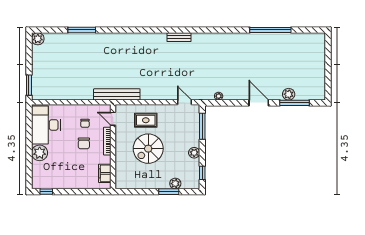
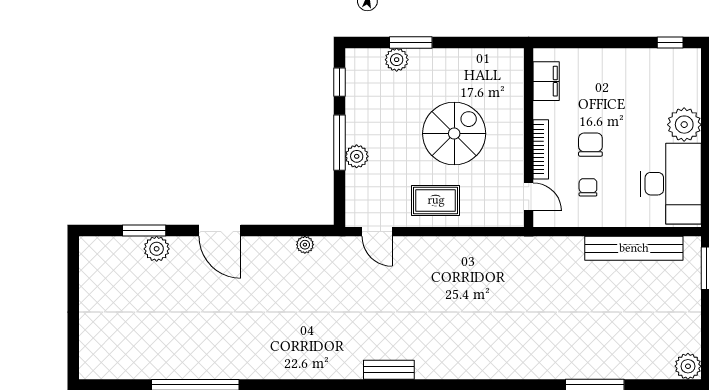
bench: (117, 94) -> (634, 248), moved
window: (294, 103) -> (144, 230), width x0.69
rug: (146, 120) -> (436, 200), moved
window: (202, 126) -> (340, 143), moved
plant: (194, 153) -> (357, 156), moved

